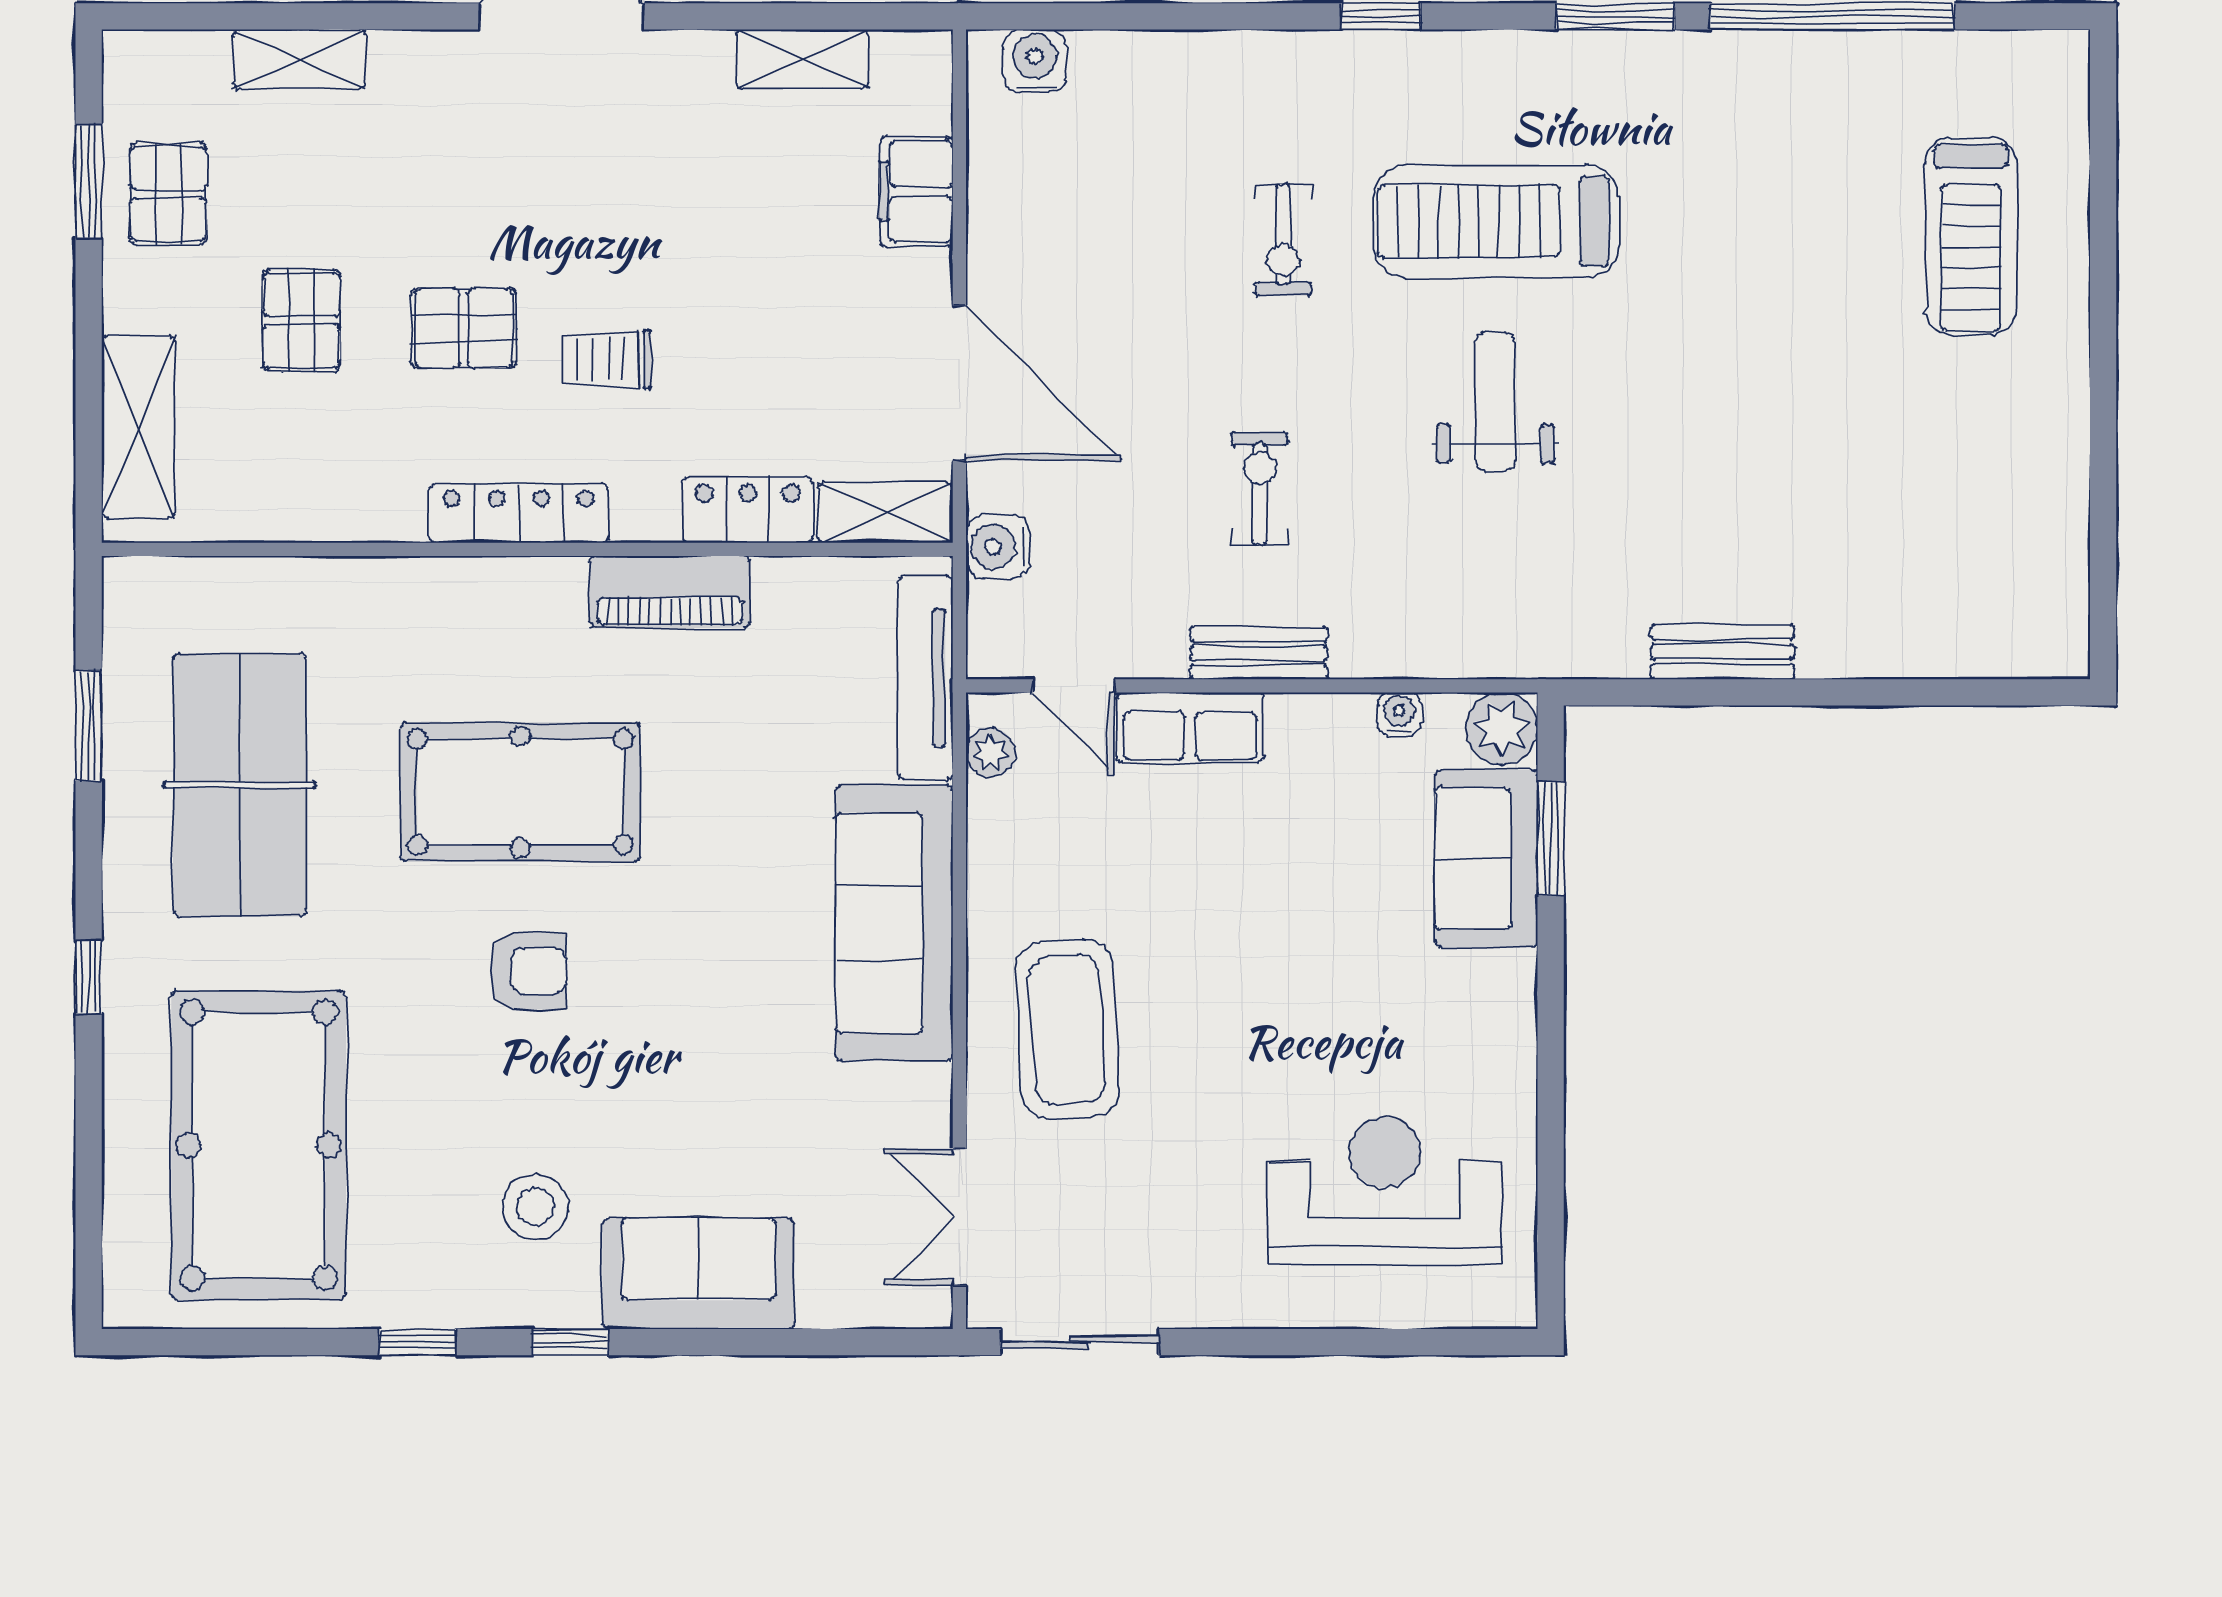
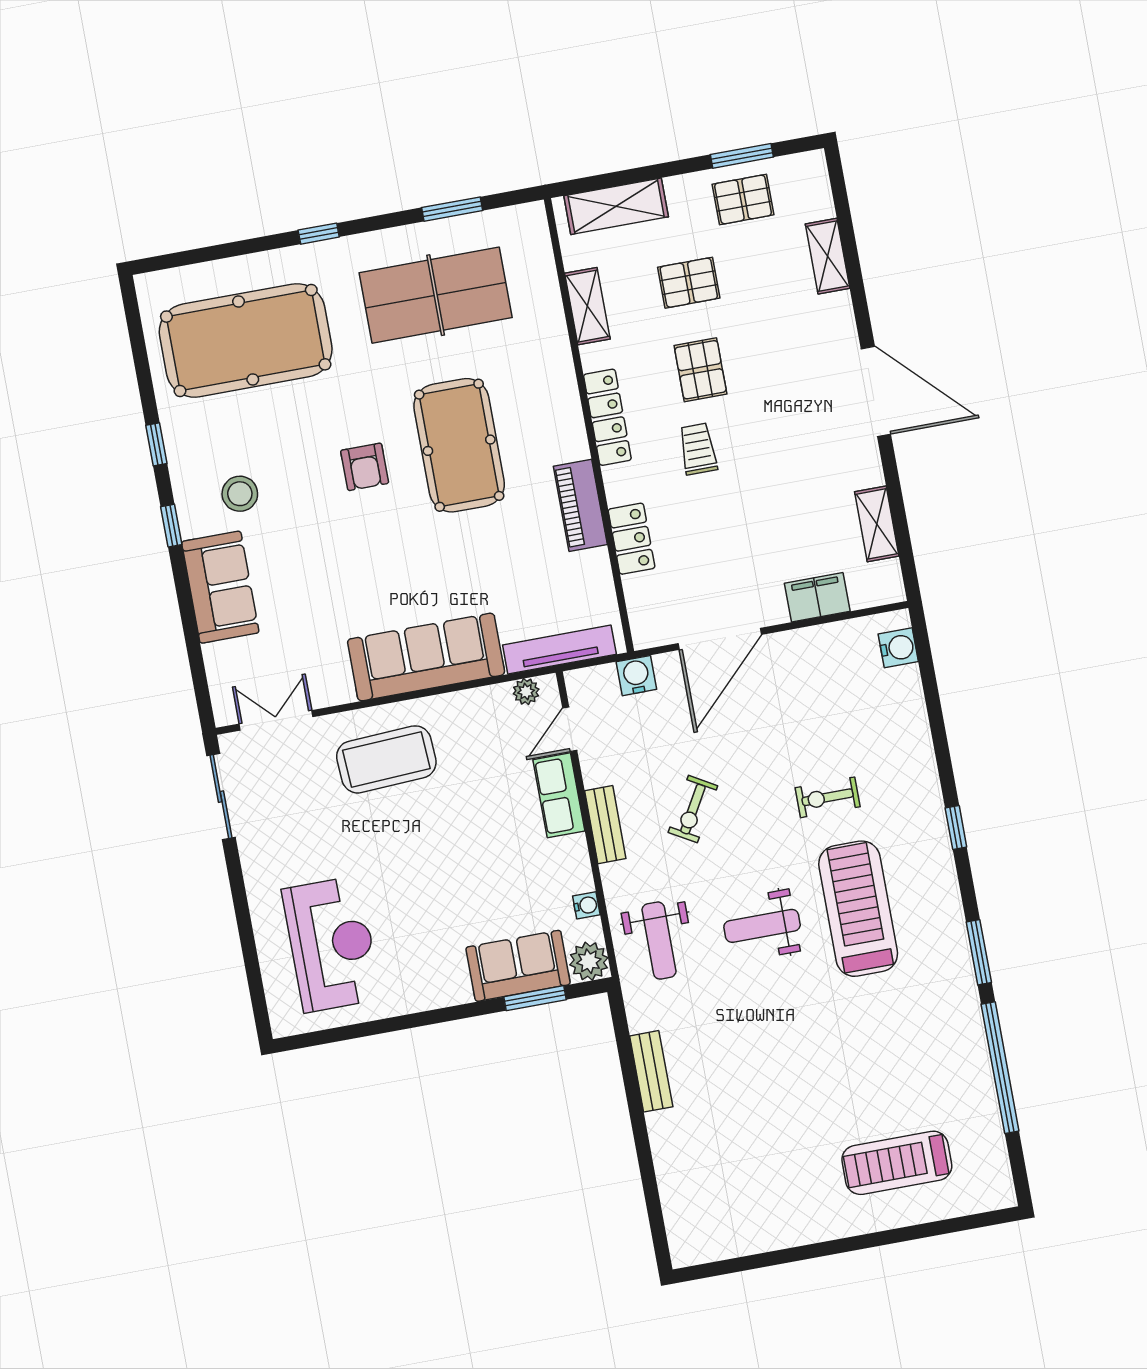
weight bench: (1495, 402) -> (762, 926), turned 180
exercise bike: (1260, 488) -> (693, 809), turned 120
shelving: (885, 512) -> (587, 306), moved
weight bench: (1487, 594) -> (659, 941), added

